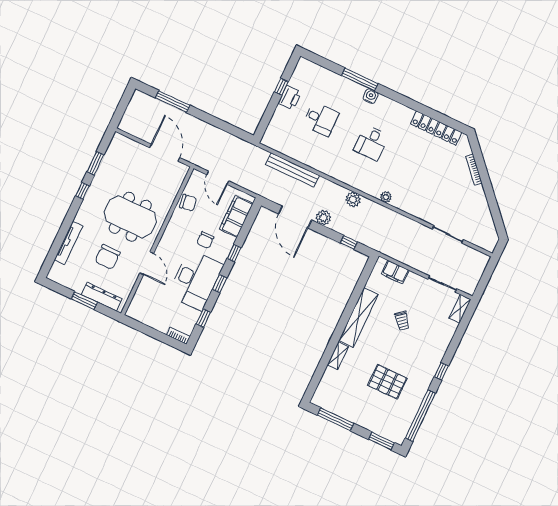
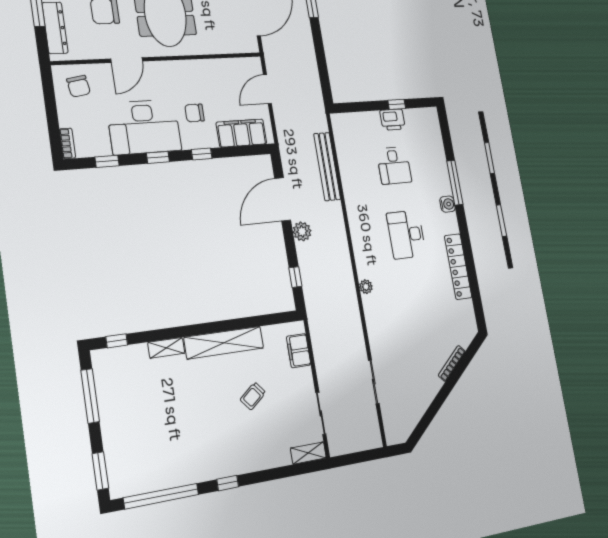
locker: (436, 128) -> (458, 267), moved
desk: (371, 143) -> (406, 234), width x1.37
plant: (353, 199) -> (341, 252), removed
chair: (188, 203) -> (79, 86), moved
pallet: (387, 382) -> (175, 428), removed
window: (314, 383) -> (117, 341), added

